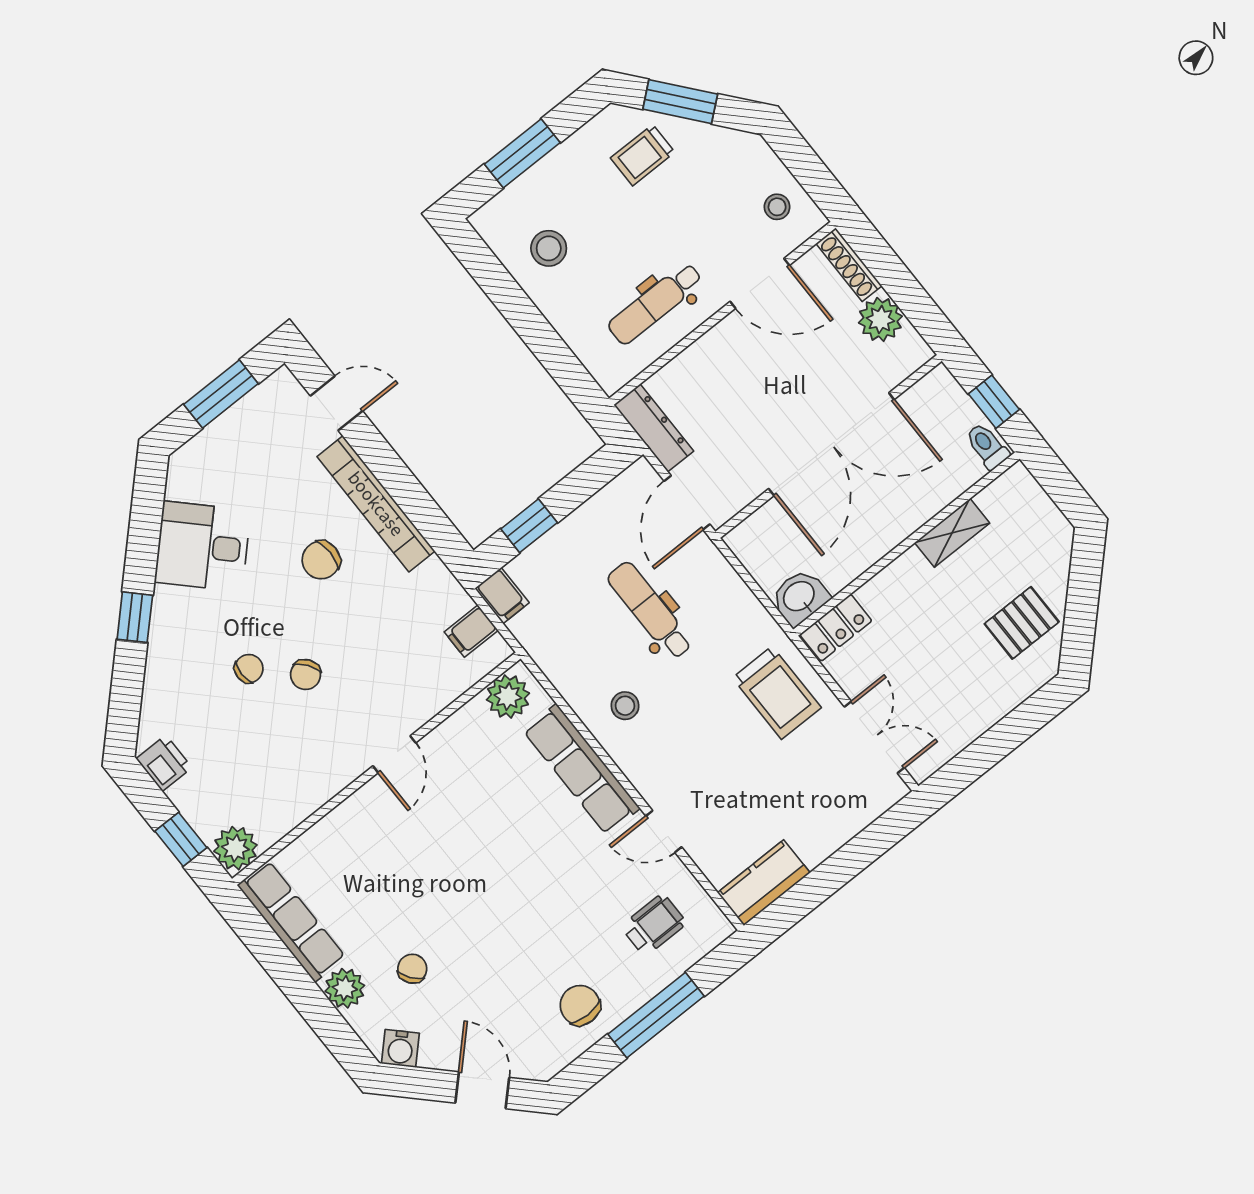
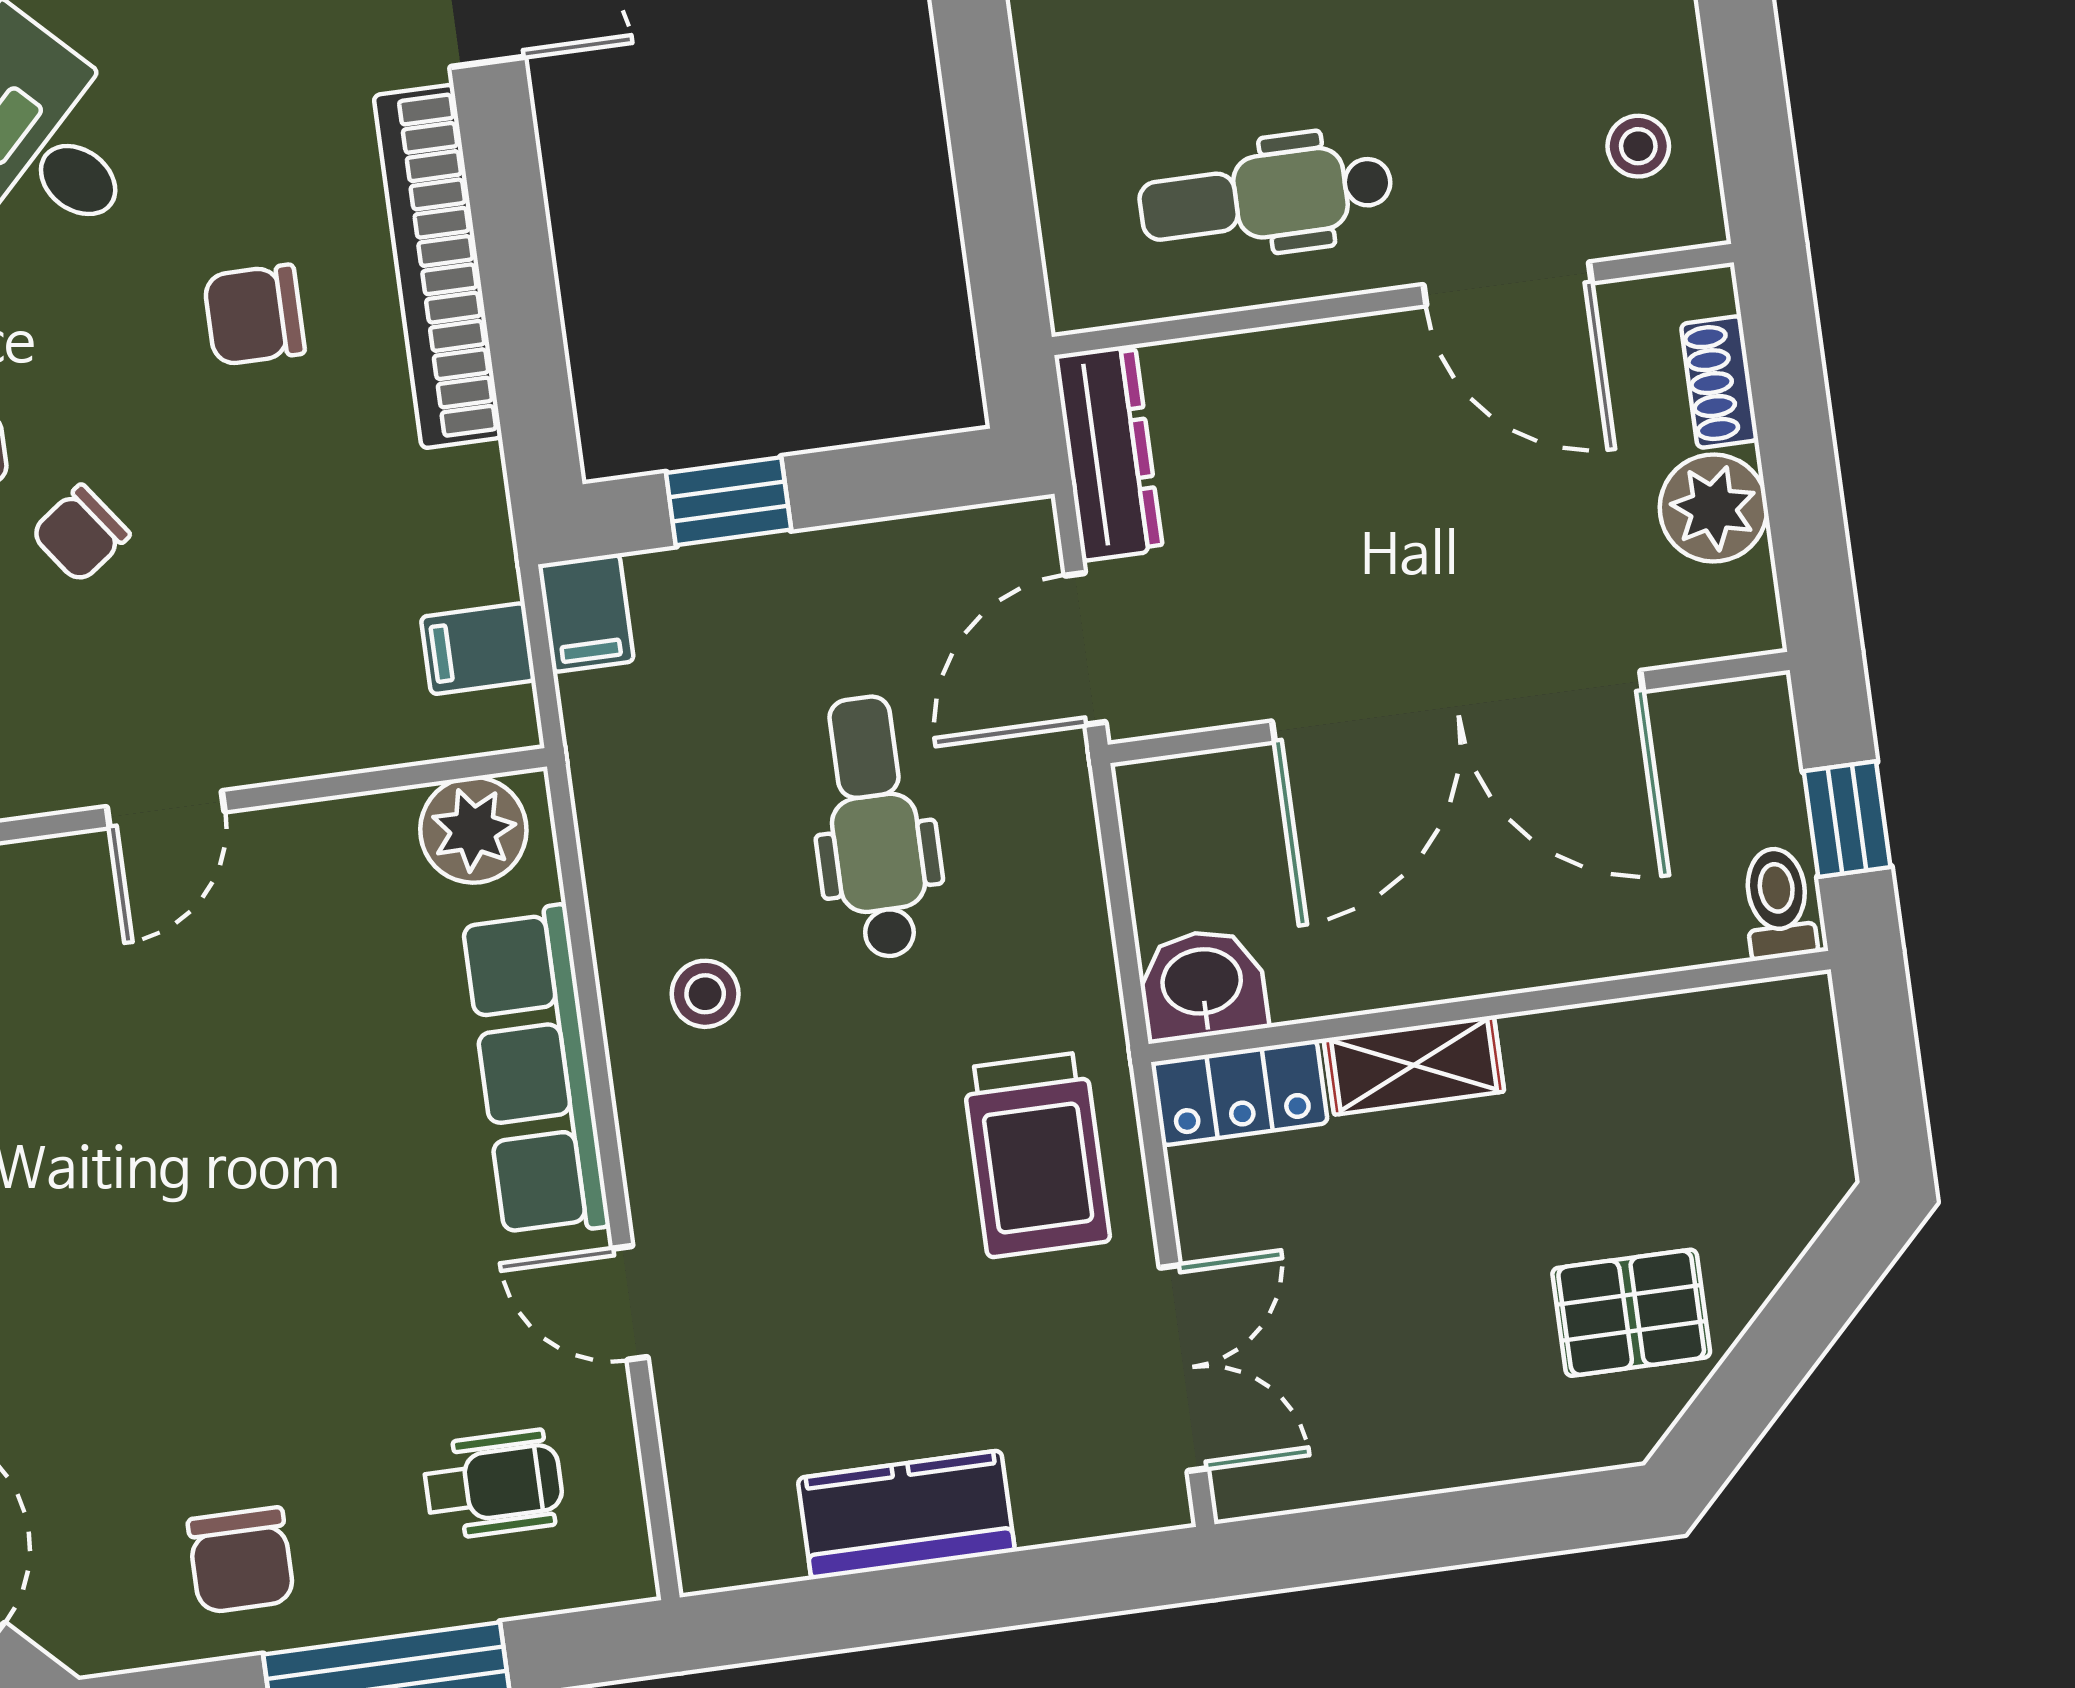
shoe rack: (849, 265) -> (1720, 382), width x0.70
shelving: (952, 533) -> (1414, 1065), moved
kitchen counter: (764, 883) -> (906, 1515), moved
chair: (580, 1005) -> (241, 1560), turned 180

